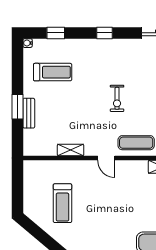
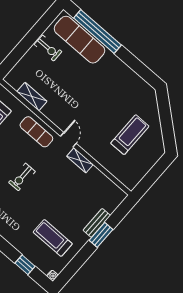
exercise bike: (117, 98) -> (22, 177), turned 180
shelving: (71, 150) -> (80, 160), moved

